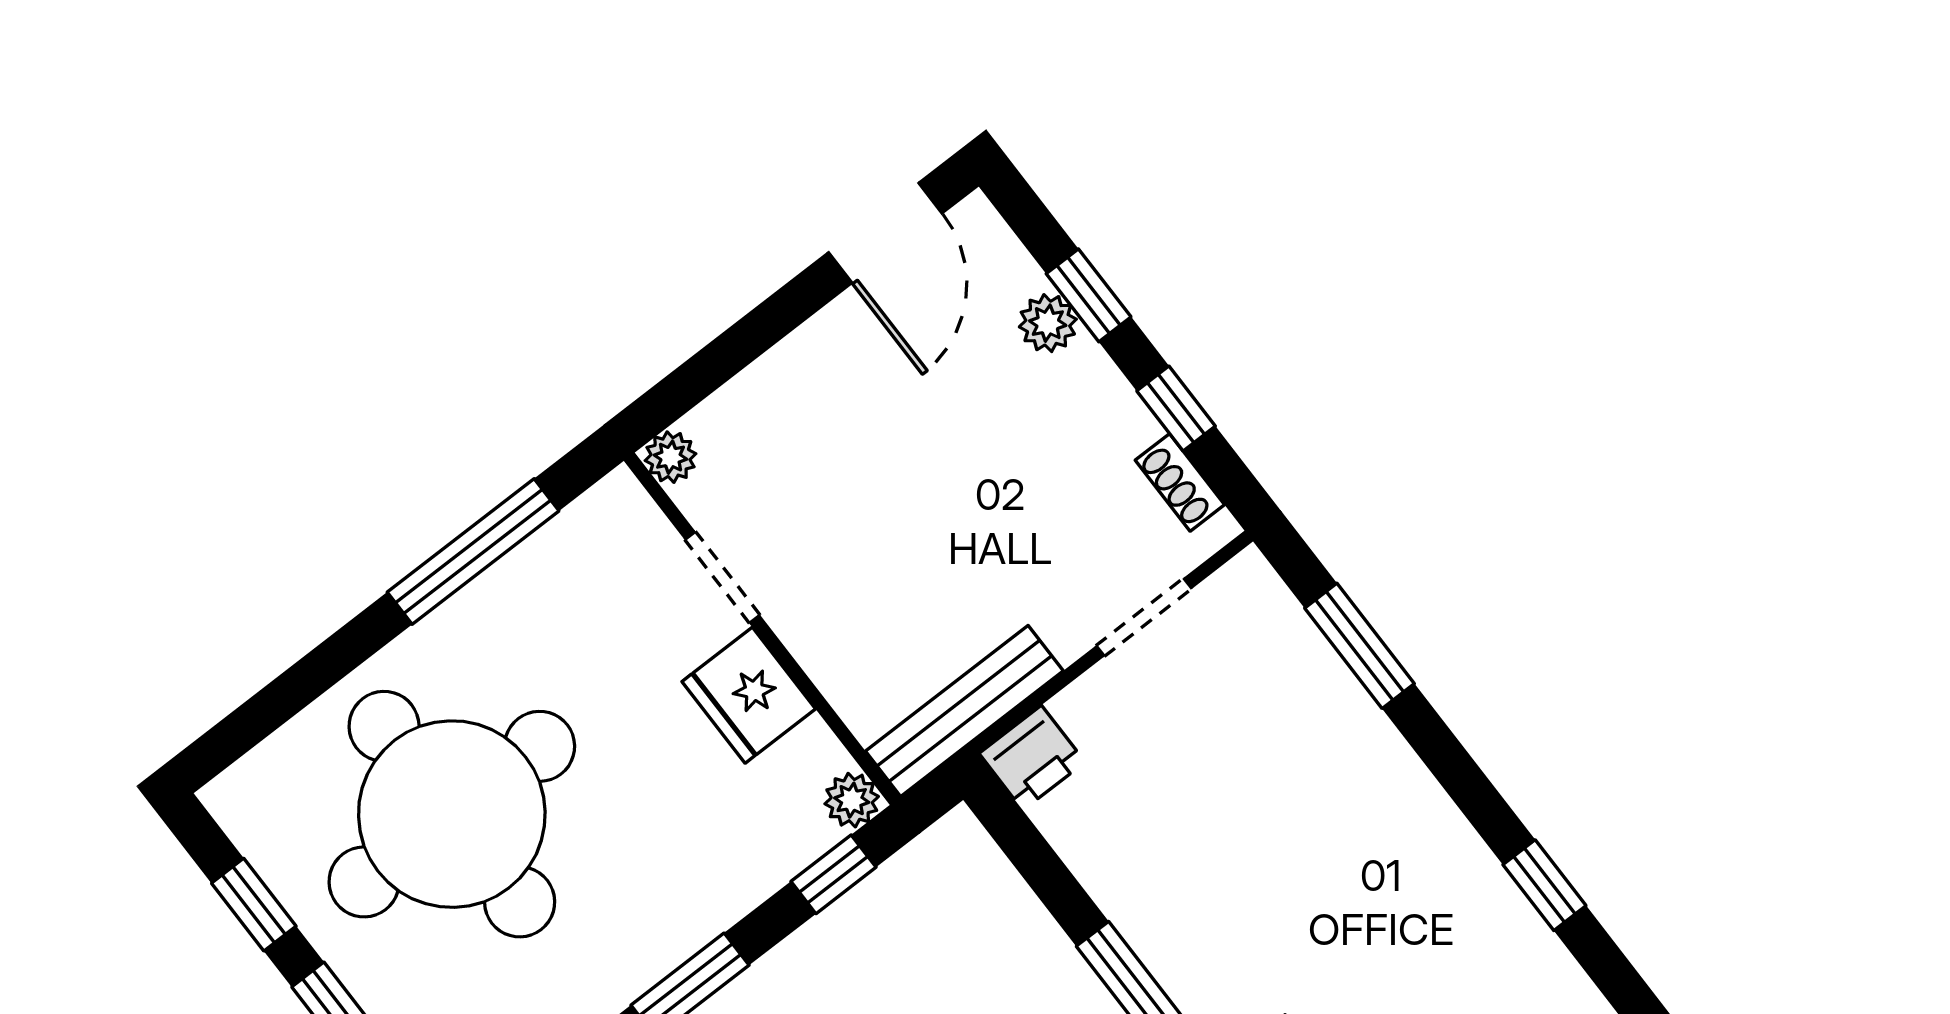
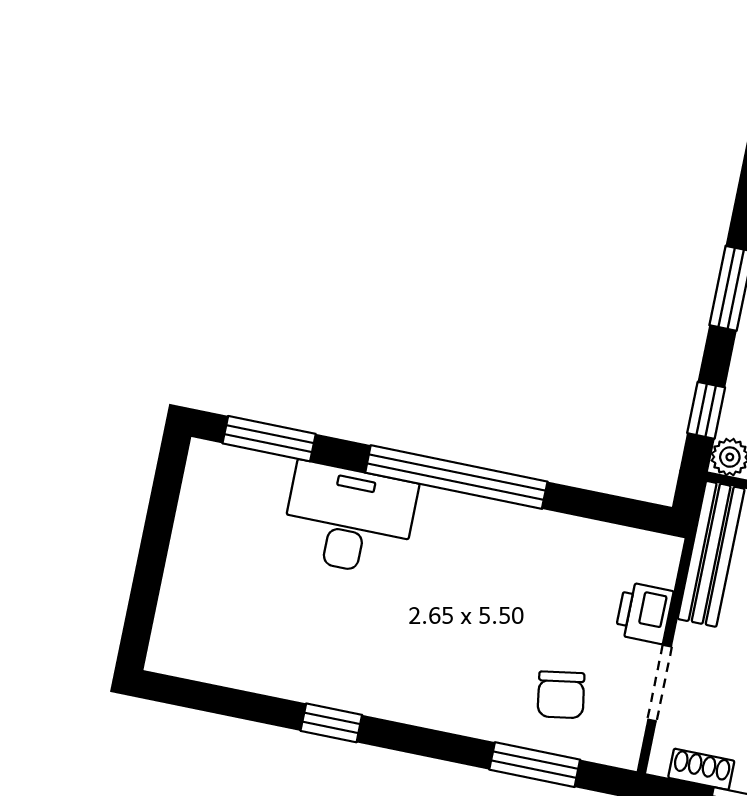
chair: (1264, 698) -> (561, 695), added
printer: (1032, 758) -> (644, 613), moved

